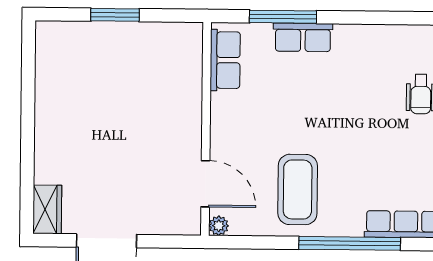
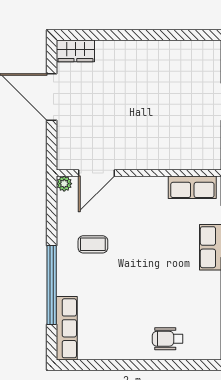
coffee table: (298, 189) -> (93, 244), width x0.54, depth x0.58

